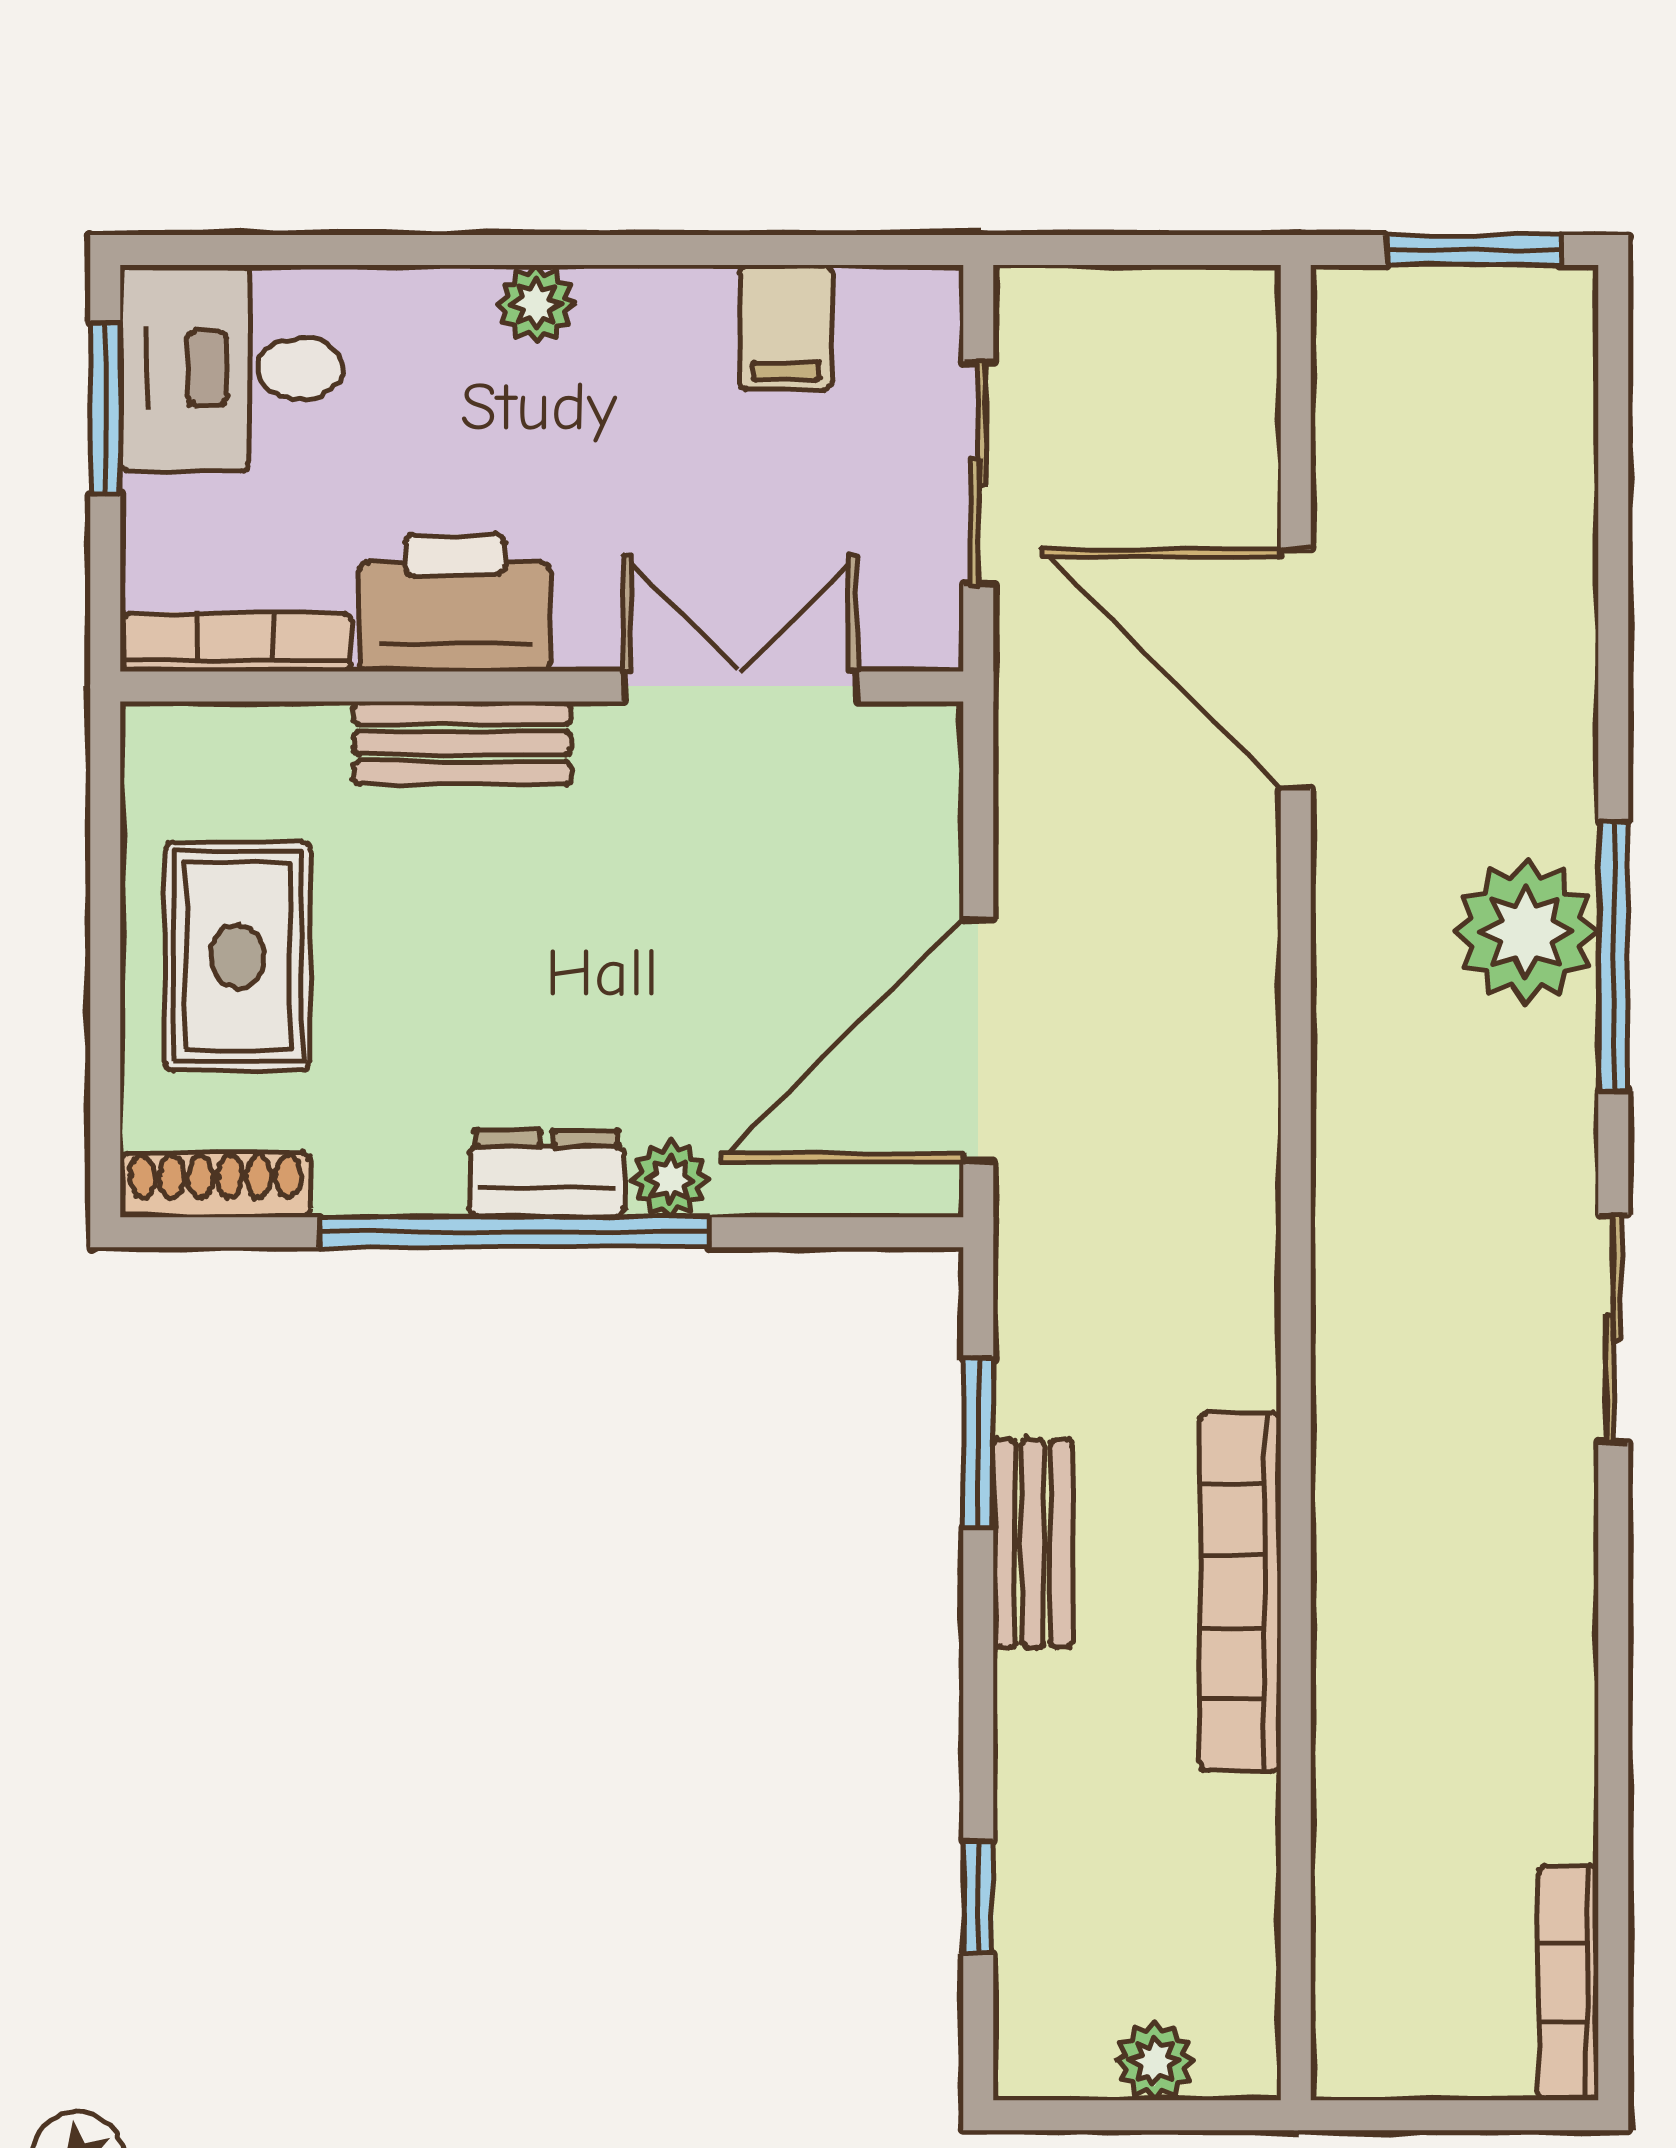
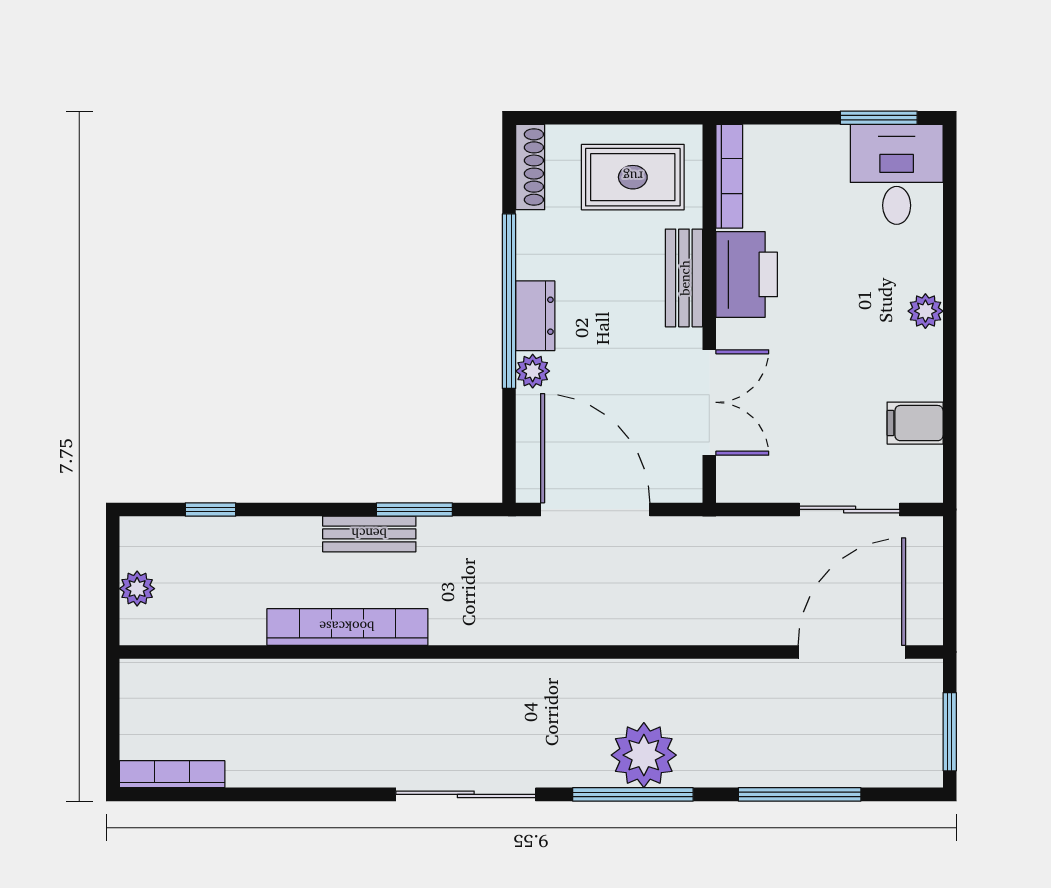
window: (1613, 584) -> (800, 794), added
printer: (455, 603) -> (747, 274), moved
bookcase: (236, 642) -> (729, 176), moved
door: (1296, 669) -> (852, 652), moved
wall: (542, 686) -> (709, 314), moved
double door: (740, 686) -> (709, 402), moved
bench: (462, 743) -> (684, 278), moved
sliding door: (1613, 1328) -> (466, 794), width x1.37

